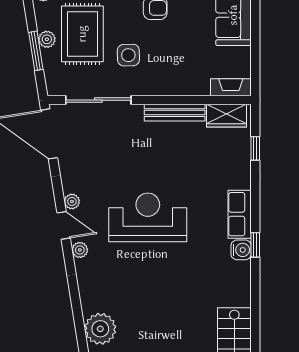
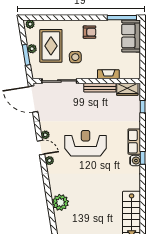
fireplace: (231, 87) -> (108, 74), moved

